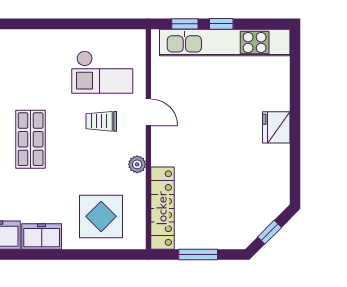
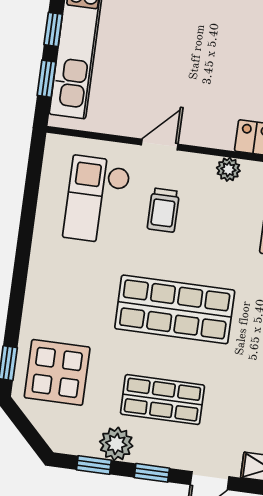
checkout: (102, 72) -> (97, 200), turned 180
shop shelf: (31, 139) -> (175, 309), width x1.43, depth x1.36

